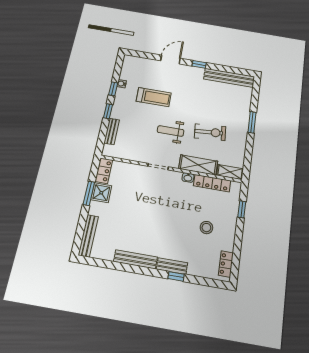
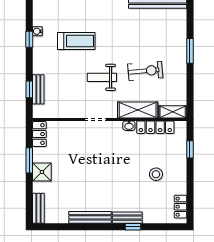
window: (108, 111) -> (29, 89), moved
shower: (101, 193) -> (42, 172), moved
bench: (88, 236) -> (38, 208), width x0.73

